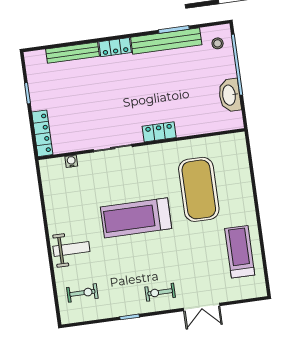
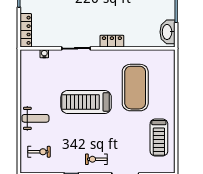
washbasin: (230, 95) -> (167, 32), moved
treadmill: (240, 252) -> (159, 138), turned 180

